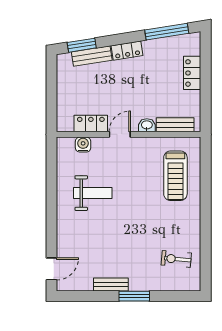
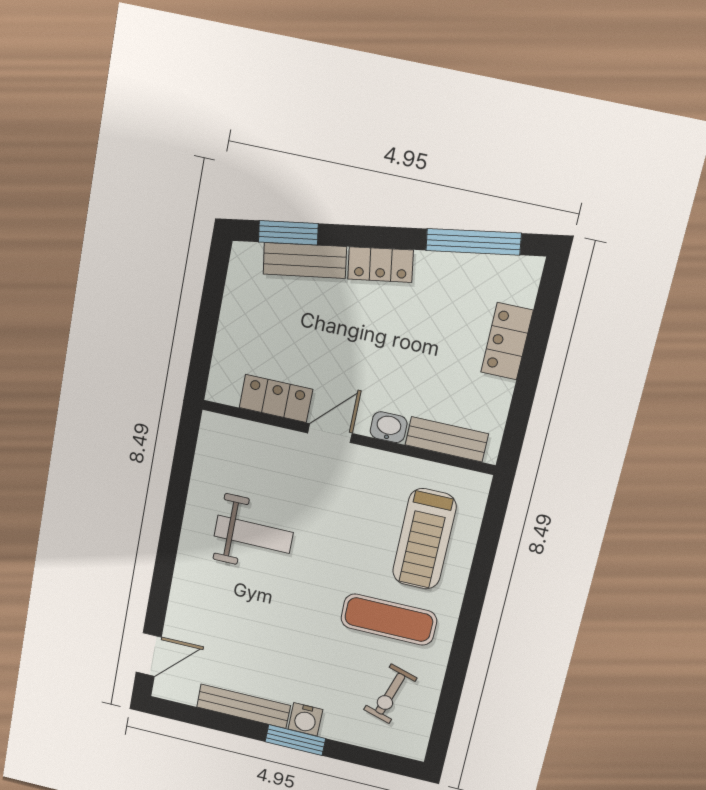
water cooler: (83, 145) -> (305, 719), moved, turned 180
exercise mat: (167, 220) -> (389, 619), added
exercise bike: (176, 259) -> (390, 694), turned -78
bench: (111, 285) -> (243, 706), width x1.36

